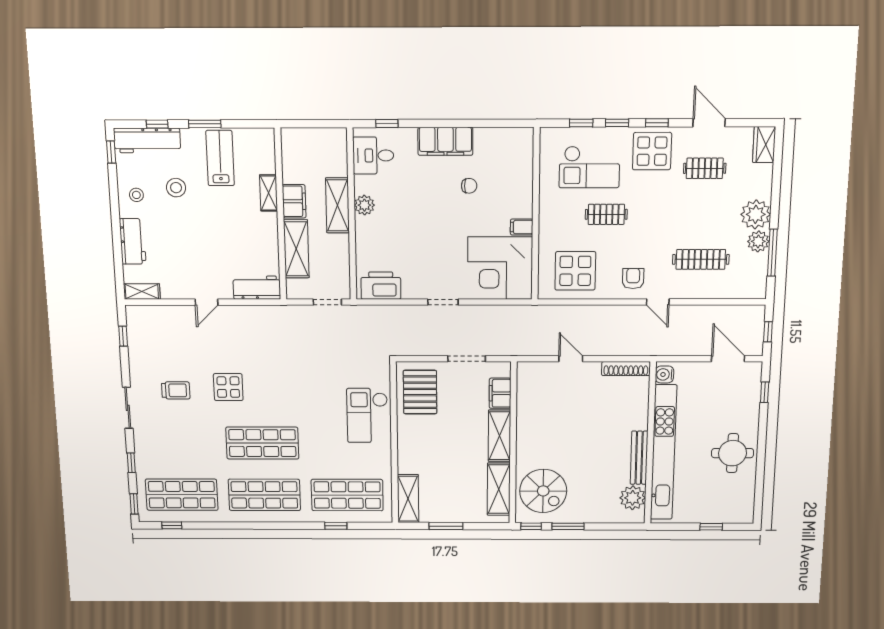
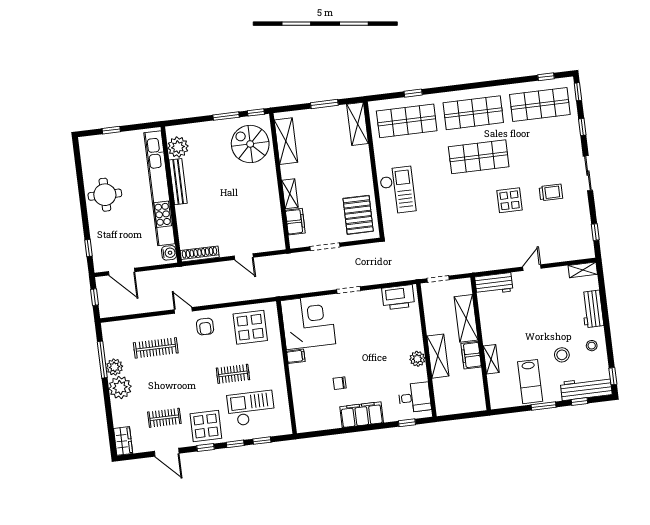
trolley: (176, 390) -> (551, 192), turned 180
shelving: (499, 436) -> (290, 194), width x0.67, depth x0.75

